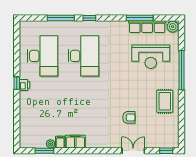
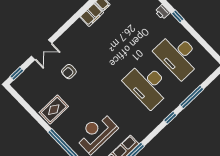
printer: (24, 85) -> (162, 12), moved
rug: (165, 101) -> (54, 110), turned 90

